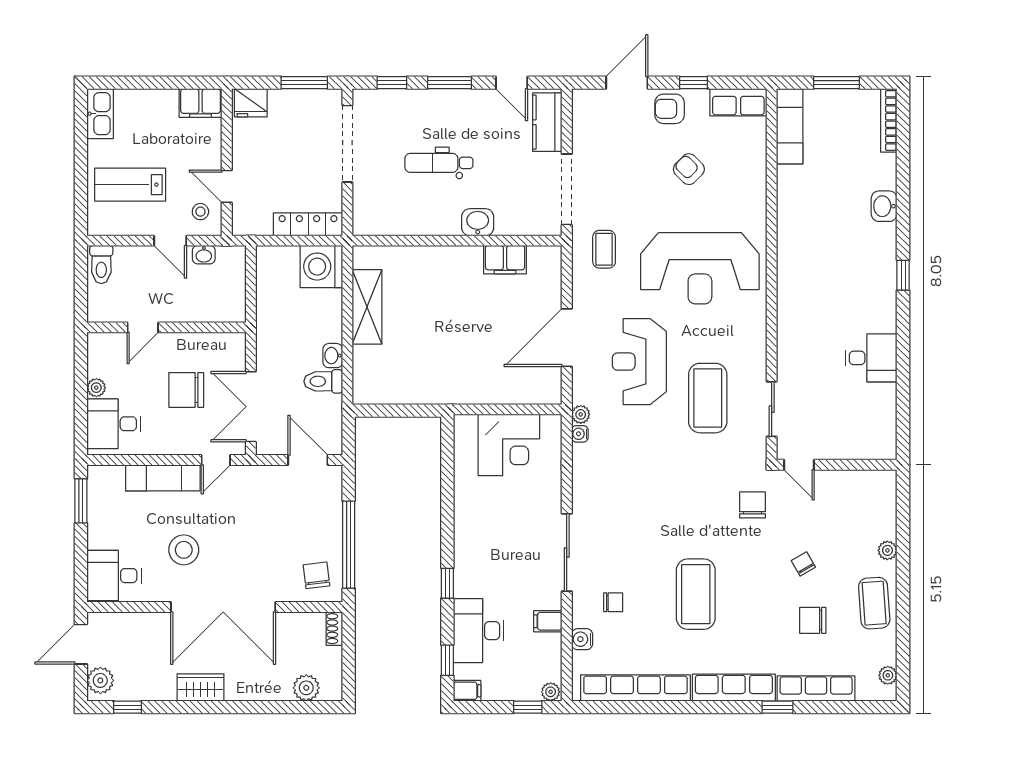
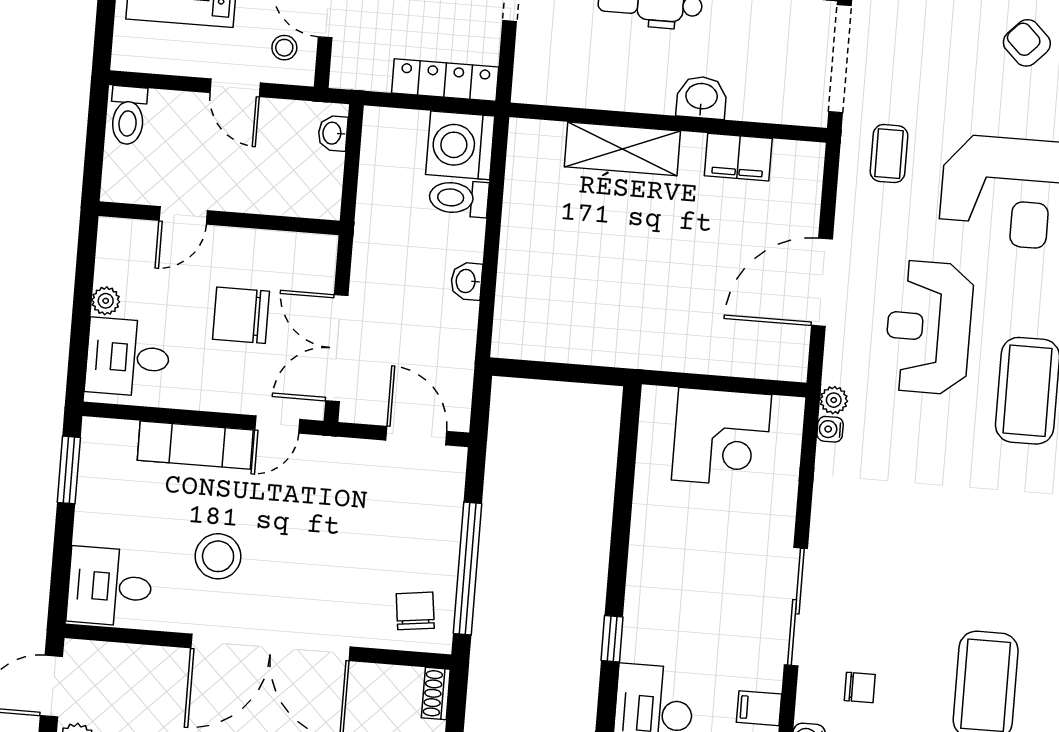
washbasin: (204, 255) -> (333, 133), moved, turned 90
shelving: (367, 307) -> (622, 149), moved, turned 90
toilet: (323, 381) -> (459, 198), moved

